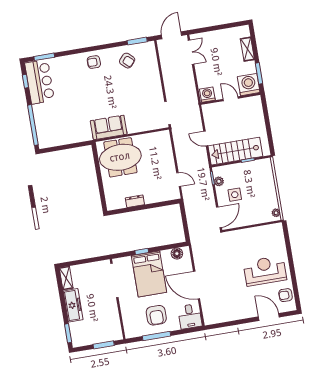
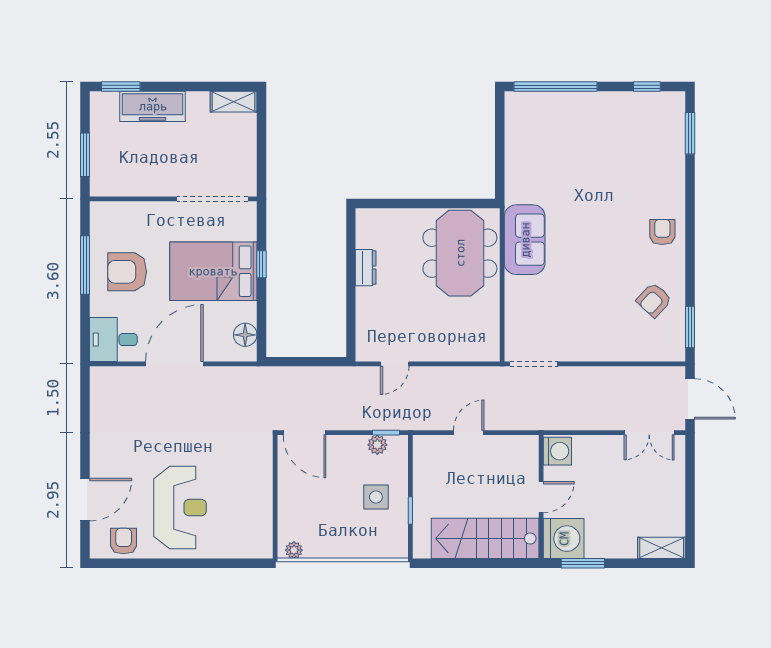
shelving: (247, 49) -> (662, 548), moved
bar counter: (40, 82) -> (641, 115), removed
stairs: (235, 151) -> (485, 538), moved, turned -90
side table: (235, 195) -> (376, 497), moved
freezer: (73, 305) -> (153, 106), moved

